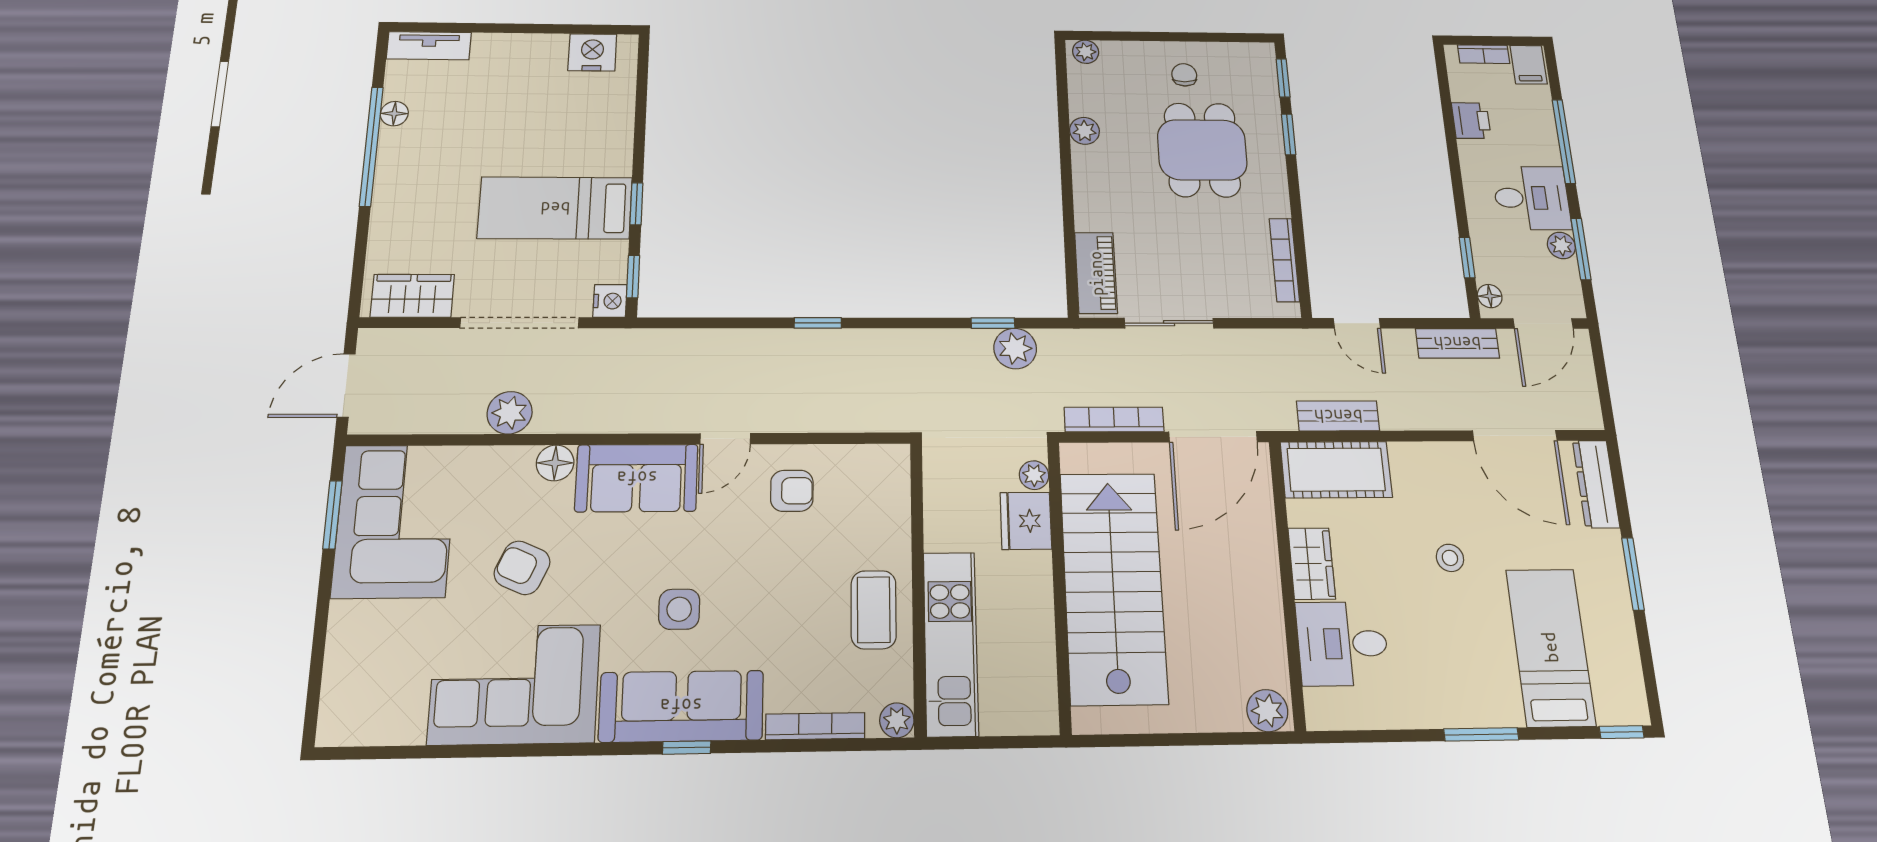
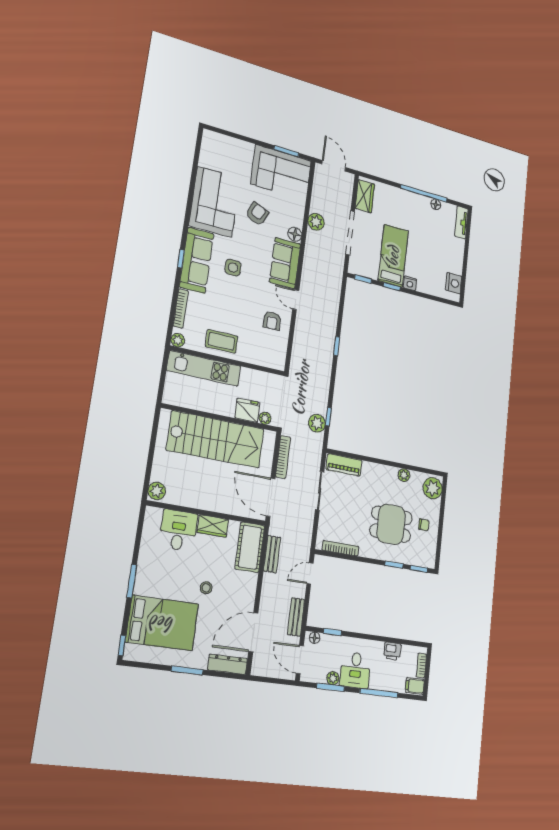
plant: (1086, 52) -> (433, 488), width x1.88, depth x1.88
nightstand: (610, 301) -> (410, 283), moved
bed: (1550, 647) -> (162, 623), width x1.50

